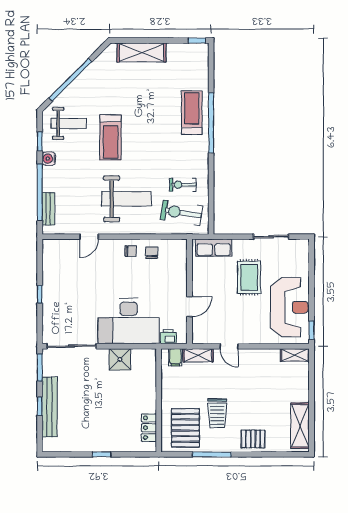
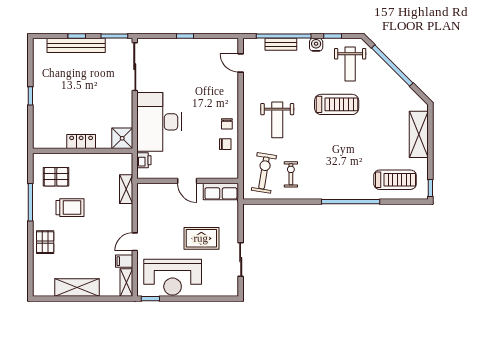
treadmill: (192, 113) -> (395, 180), moved
treadmill: (110, 137) -> (337, 104), turned 180
weight bench: (127, 199) -> (277, 120), width x0.73, depth x0.75
bench: (48, 209) -> (281, 44), moved
door: (89, 237) -> (241, 63), moved
row of seats: (214, 248) -> (221, 191), moved, turned -90
door: (190, 307) -> (187, 181), moved
door: (229, 346) -> (135, 242), moved
filing cabinet: (175, 357) -> (124, 261), moved
shower: (120, 359) -> (122, 138), moved
trolley: (217, 413) -> (70, 208), turned 180
shelving: (300, 426) -> (77, 288), moved
locker: (149, 428) -> (81, 141), moved
pallet: (185, 428) -> (56, 177), width x0.67, depth x0.71

